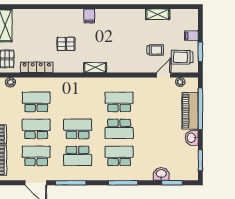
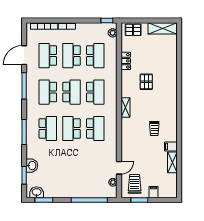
filing cabinet: (89, 16) -> (171, 146), moved
trolley: (155, 50) -> (154, 129), moved
locker: (37, 67) -> (126, 61), width x0.66
door: (164, 75) -> (119, 168), hinge flipped
school desk: (78, 102) -> (95, 92), added
piano: (190, 111) -> (87, 191), removed
school desk: (36, 129) -> (72, 56), turned 180
washbasin: (192, 138) -> (37, 192), moved
school desk: (36, 156) -> (48, 56), turned 180

